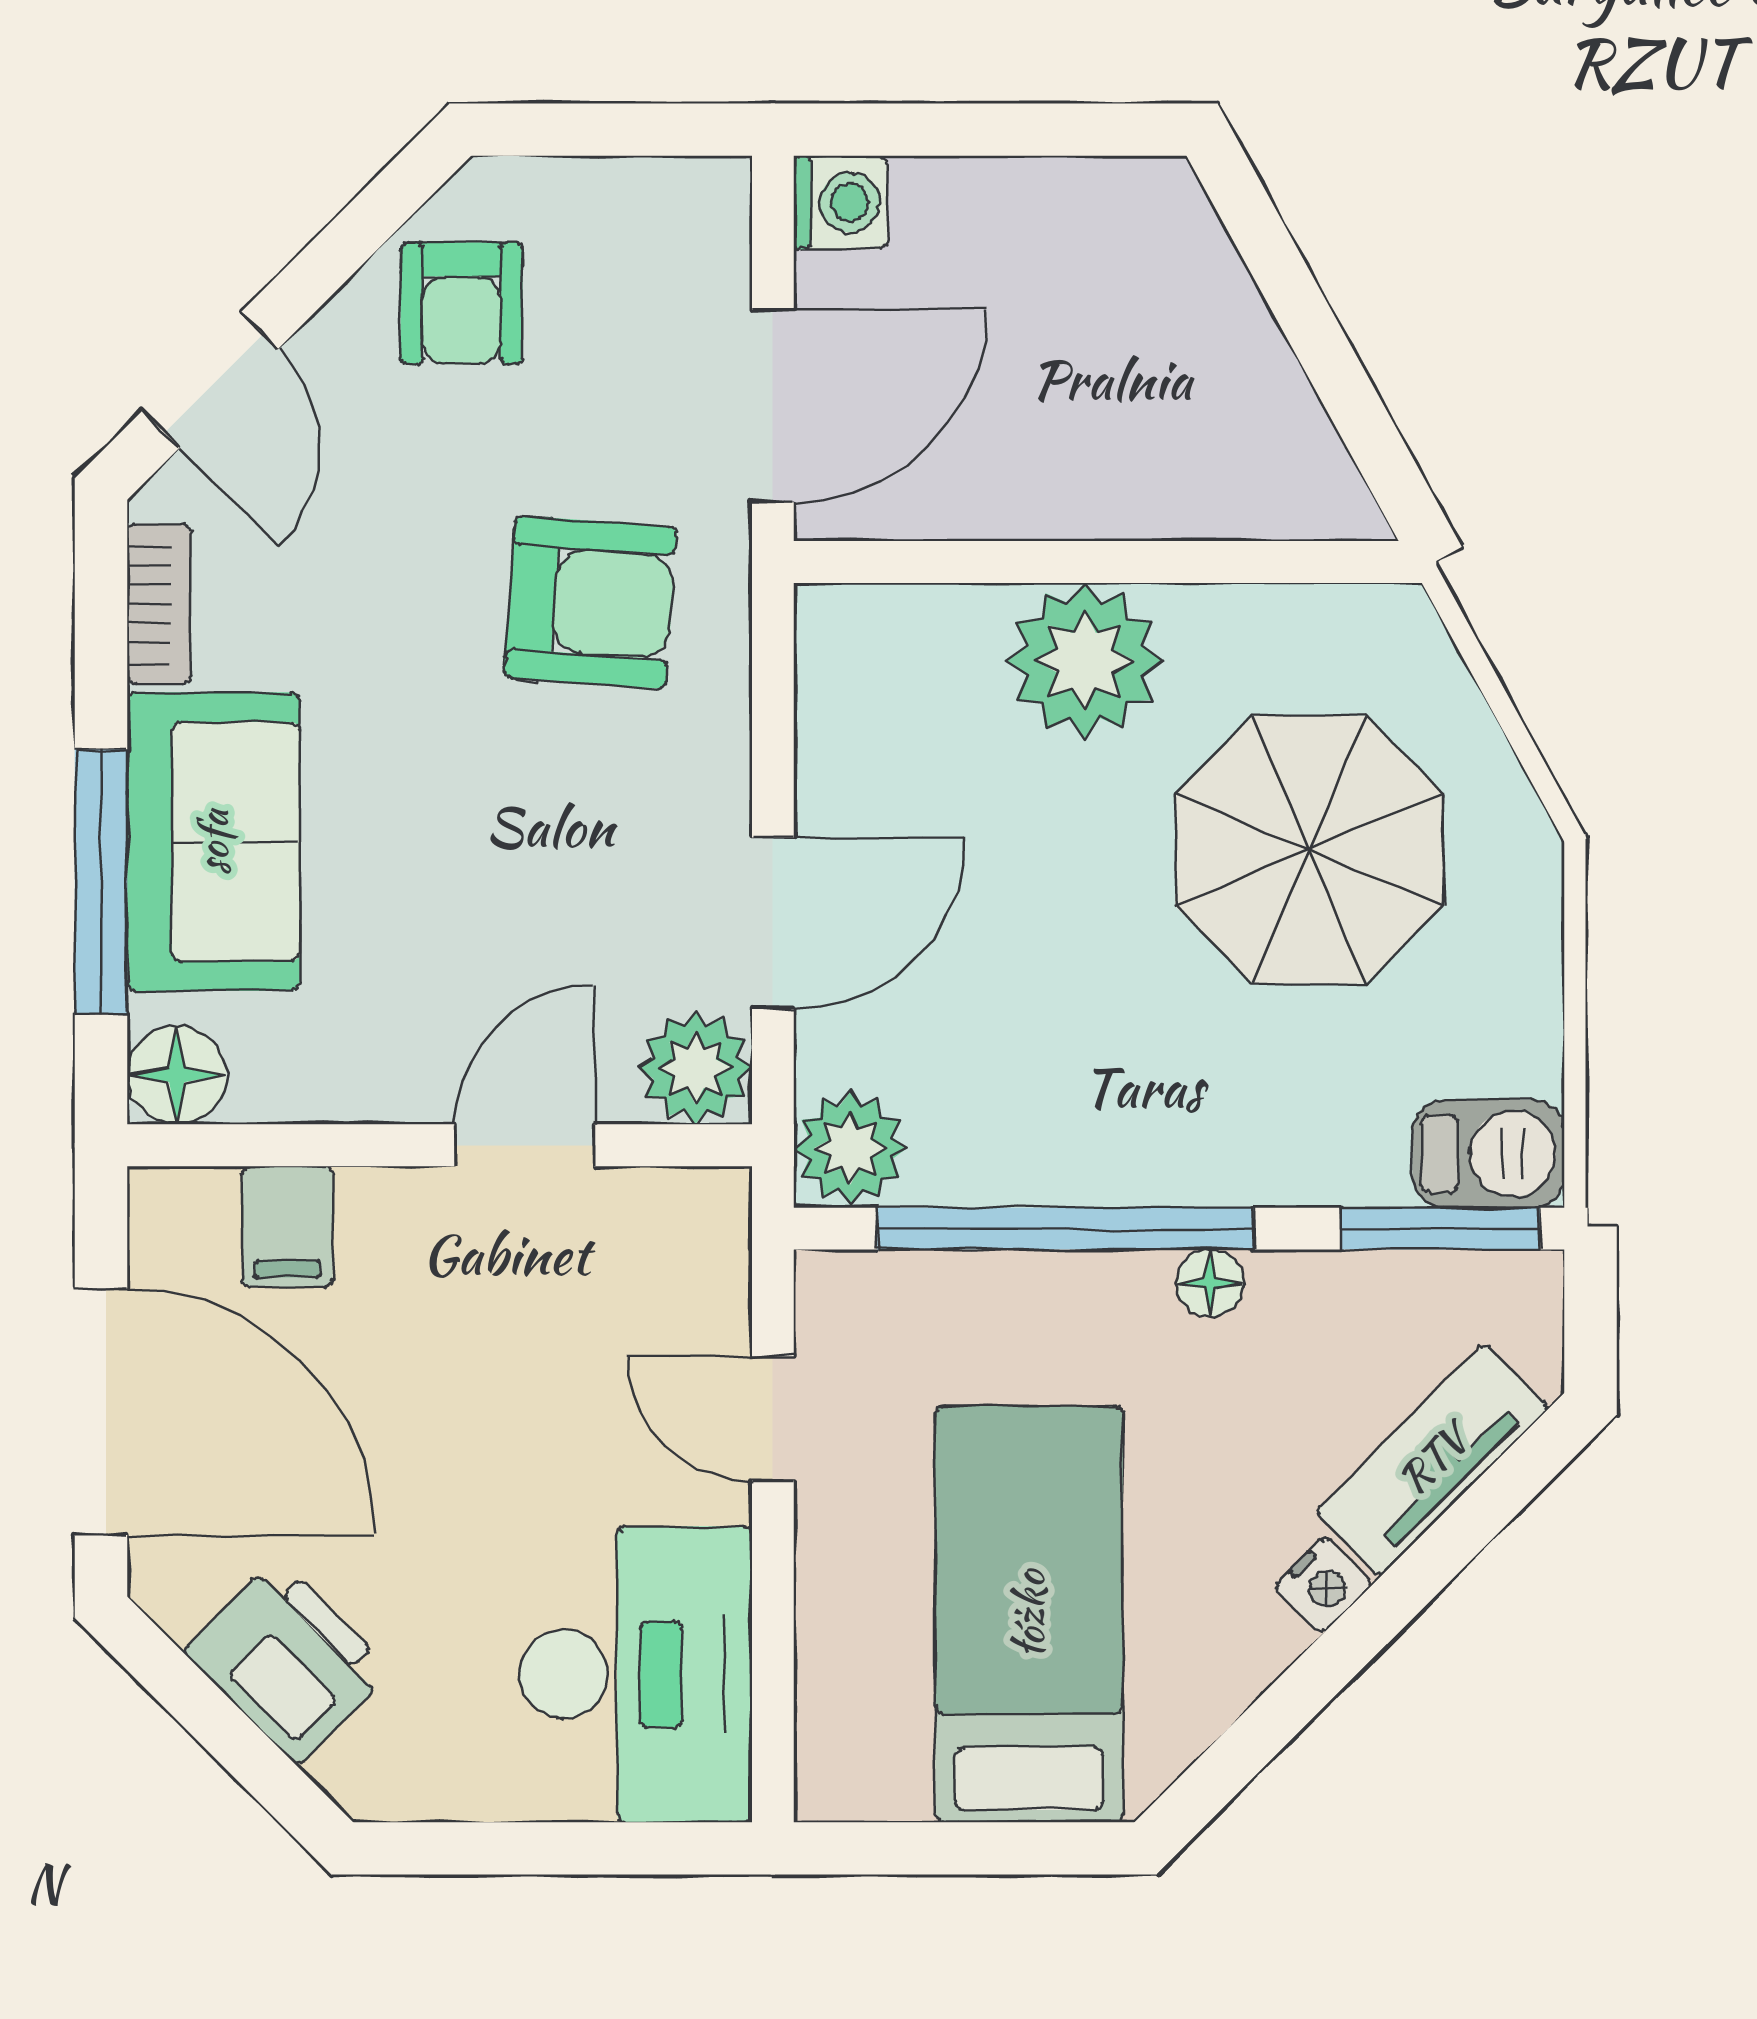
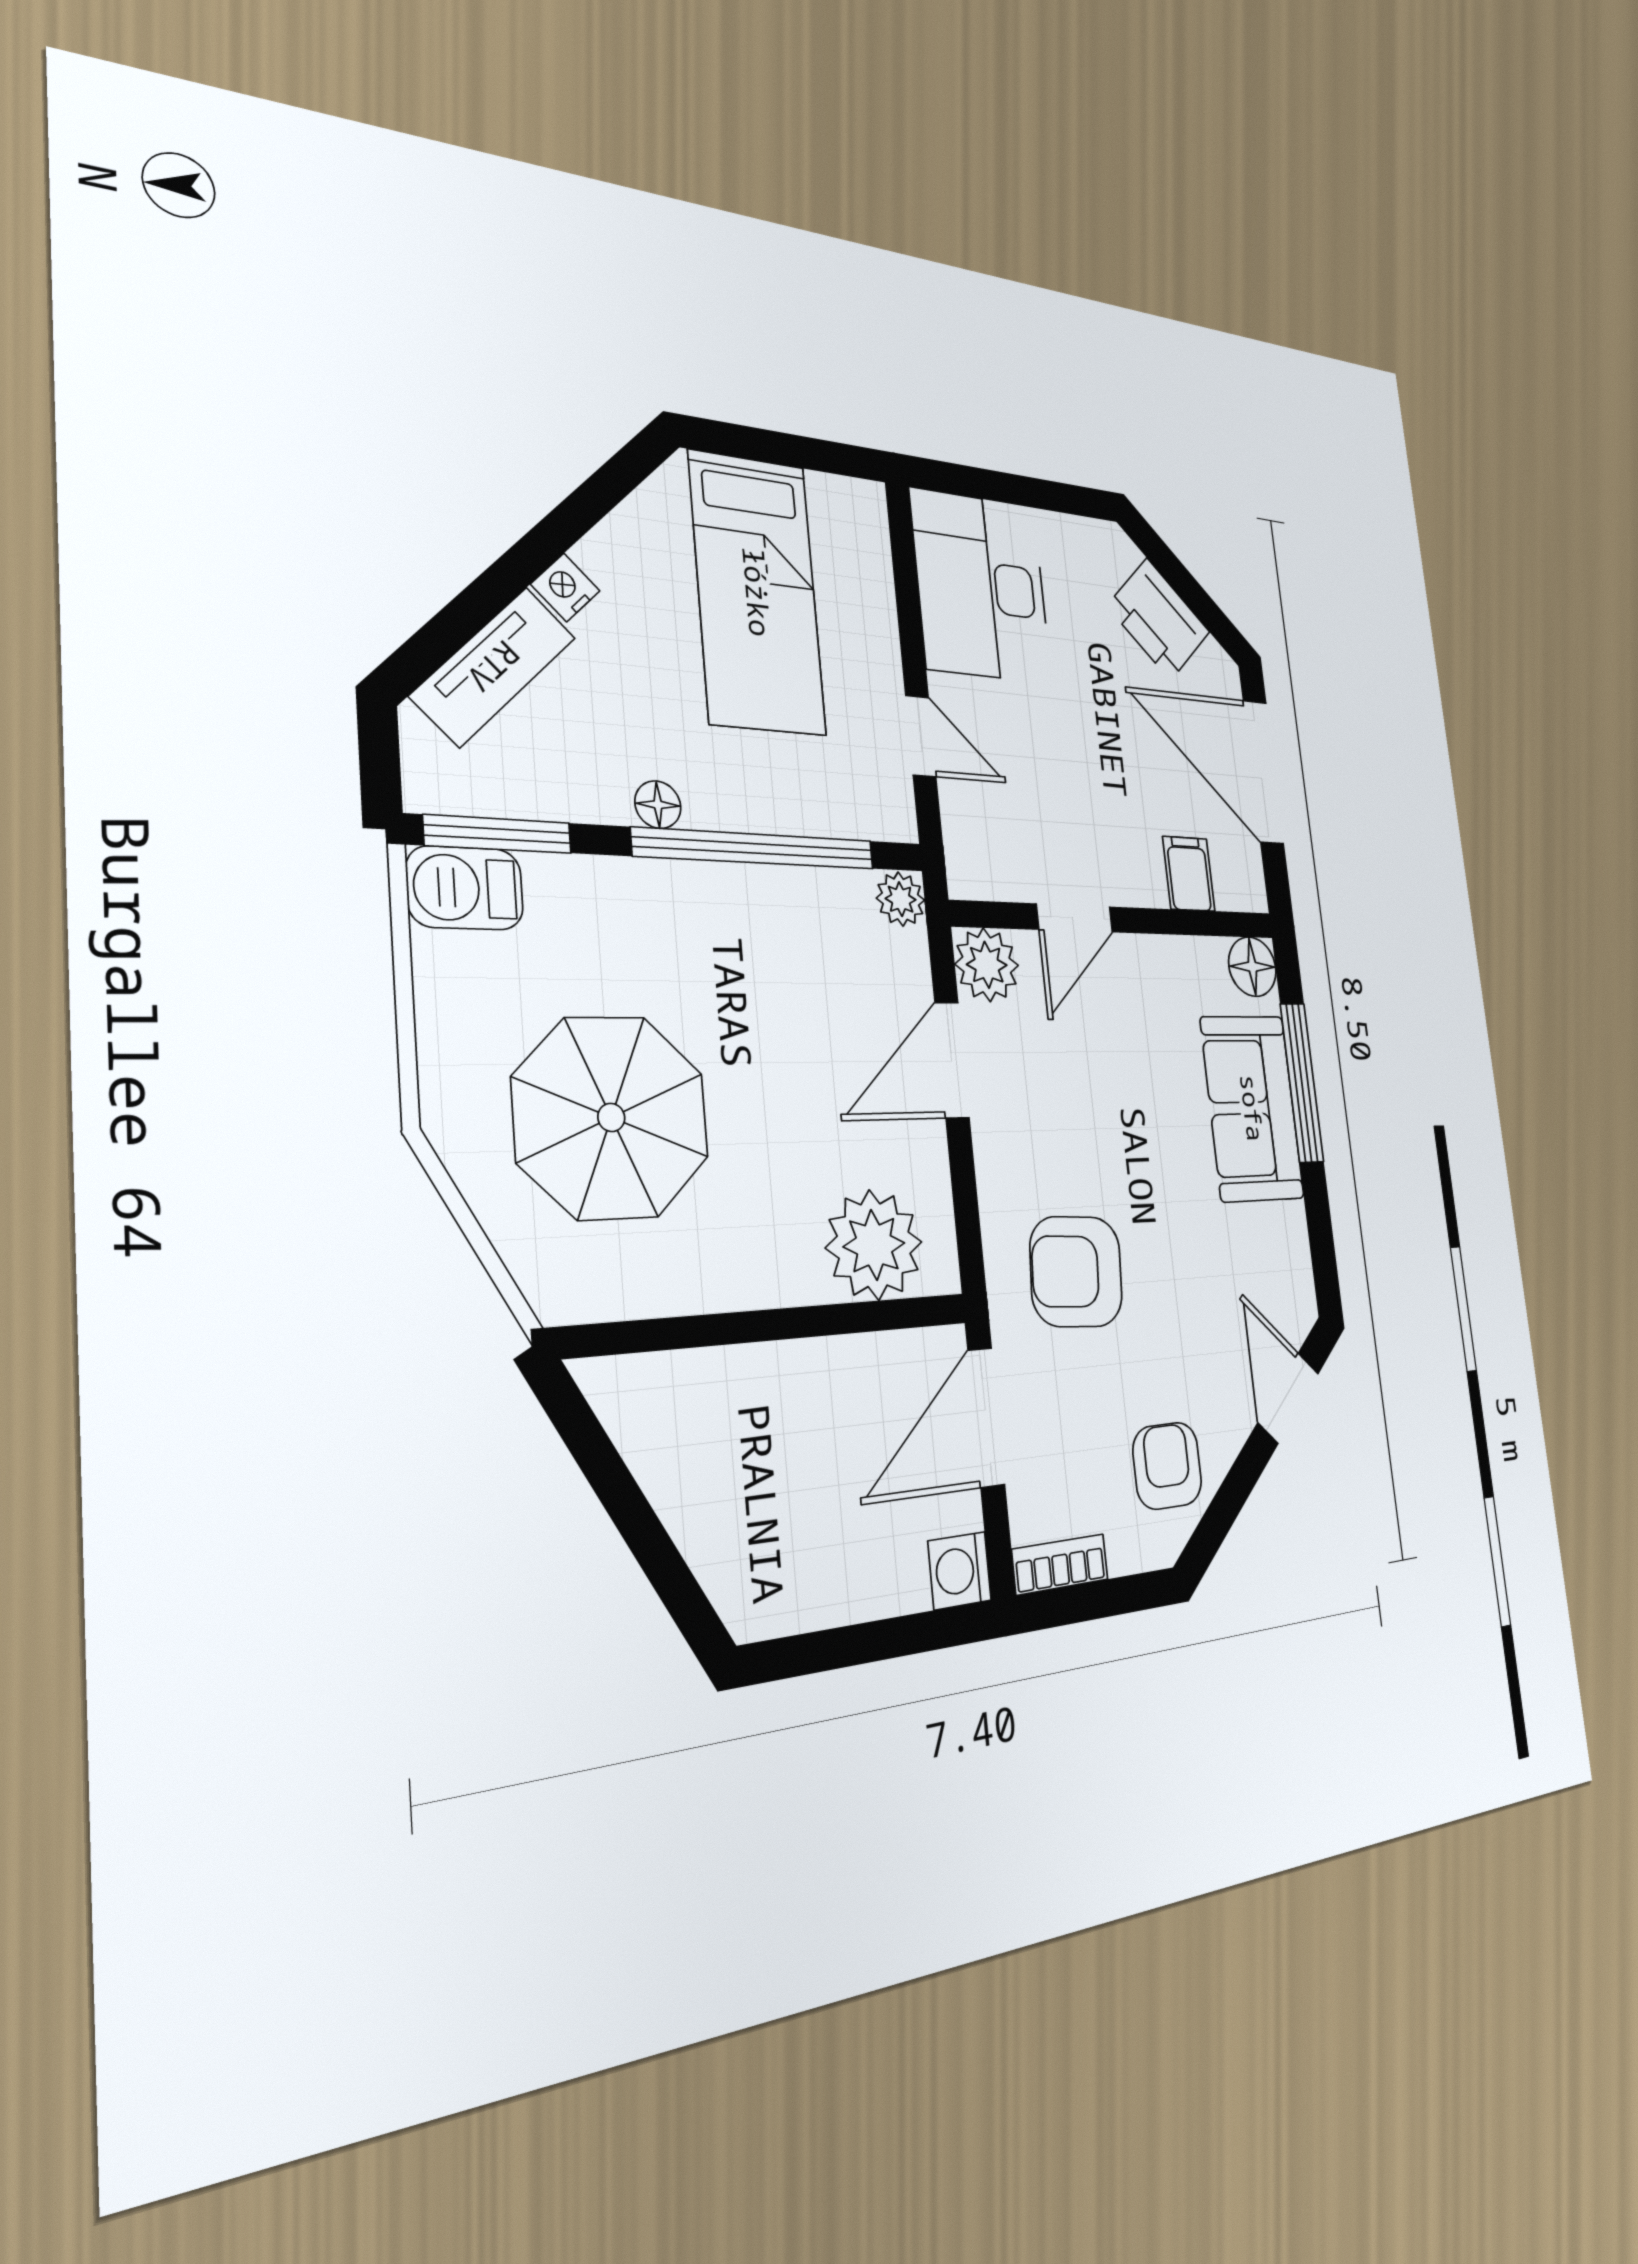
bookcase: (159, 604) -> (1060, 1564), moved, turned 90
plant: (1084, 661) -> (874, 1245), moved
plant: (850, 1148) -> (901, 899), width x0.73, depth x0.73

